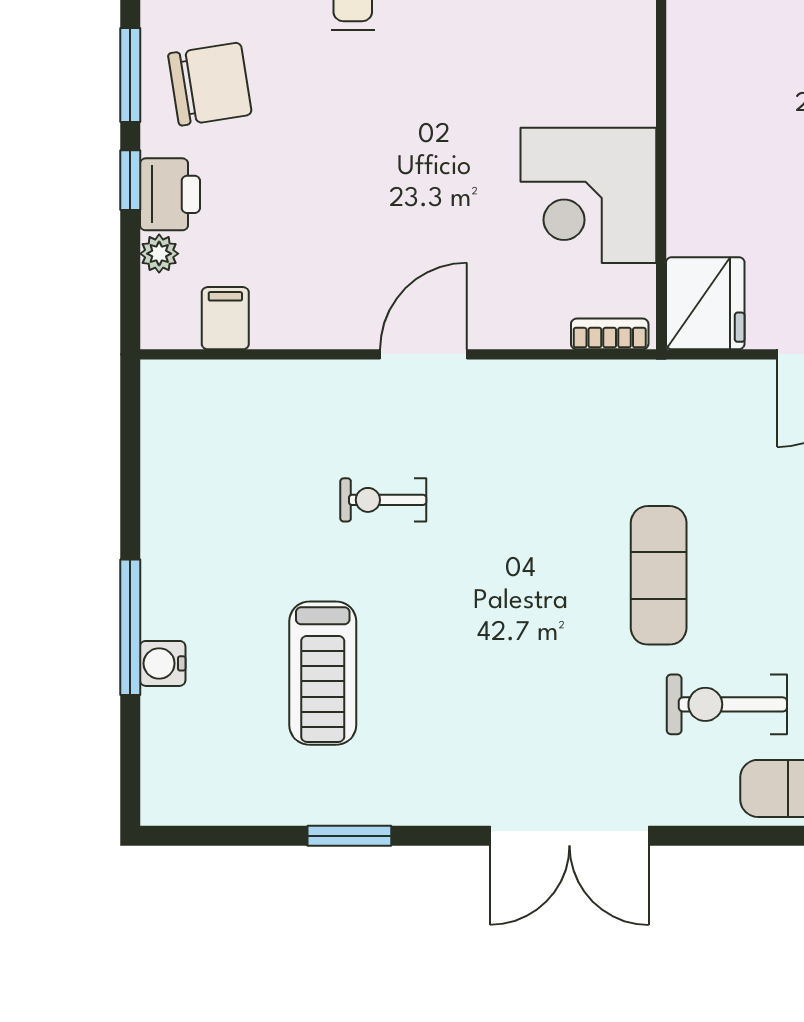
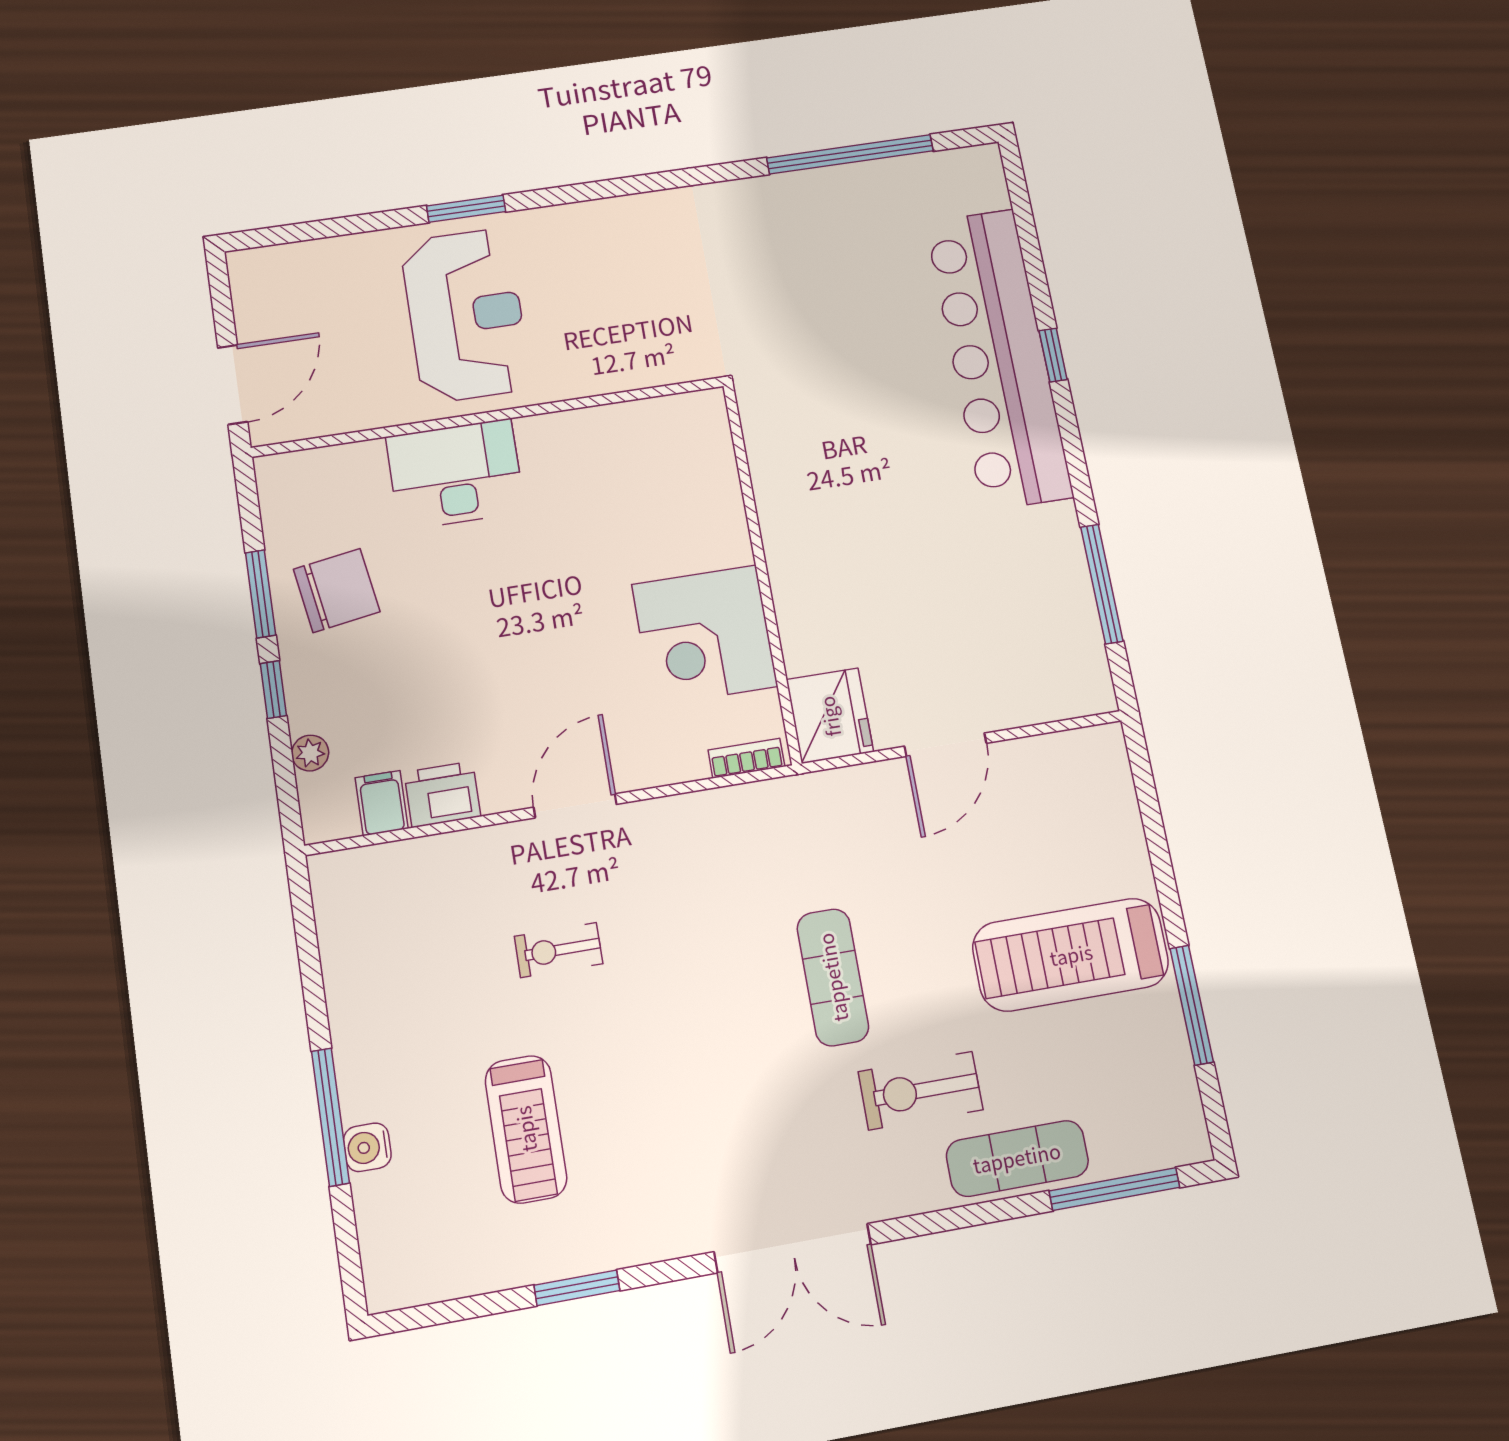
printer: (170, 194) -> (442, 794), moved, turned -90

